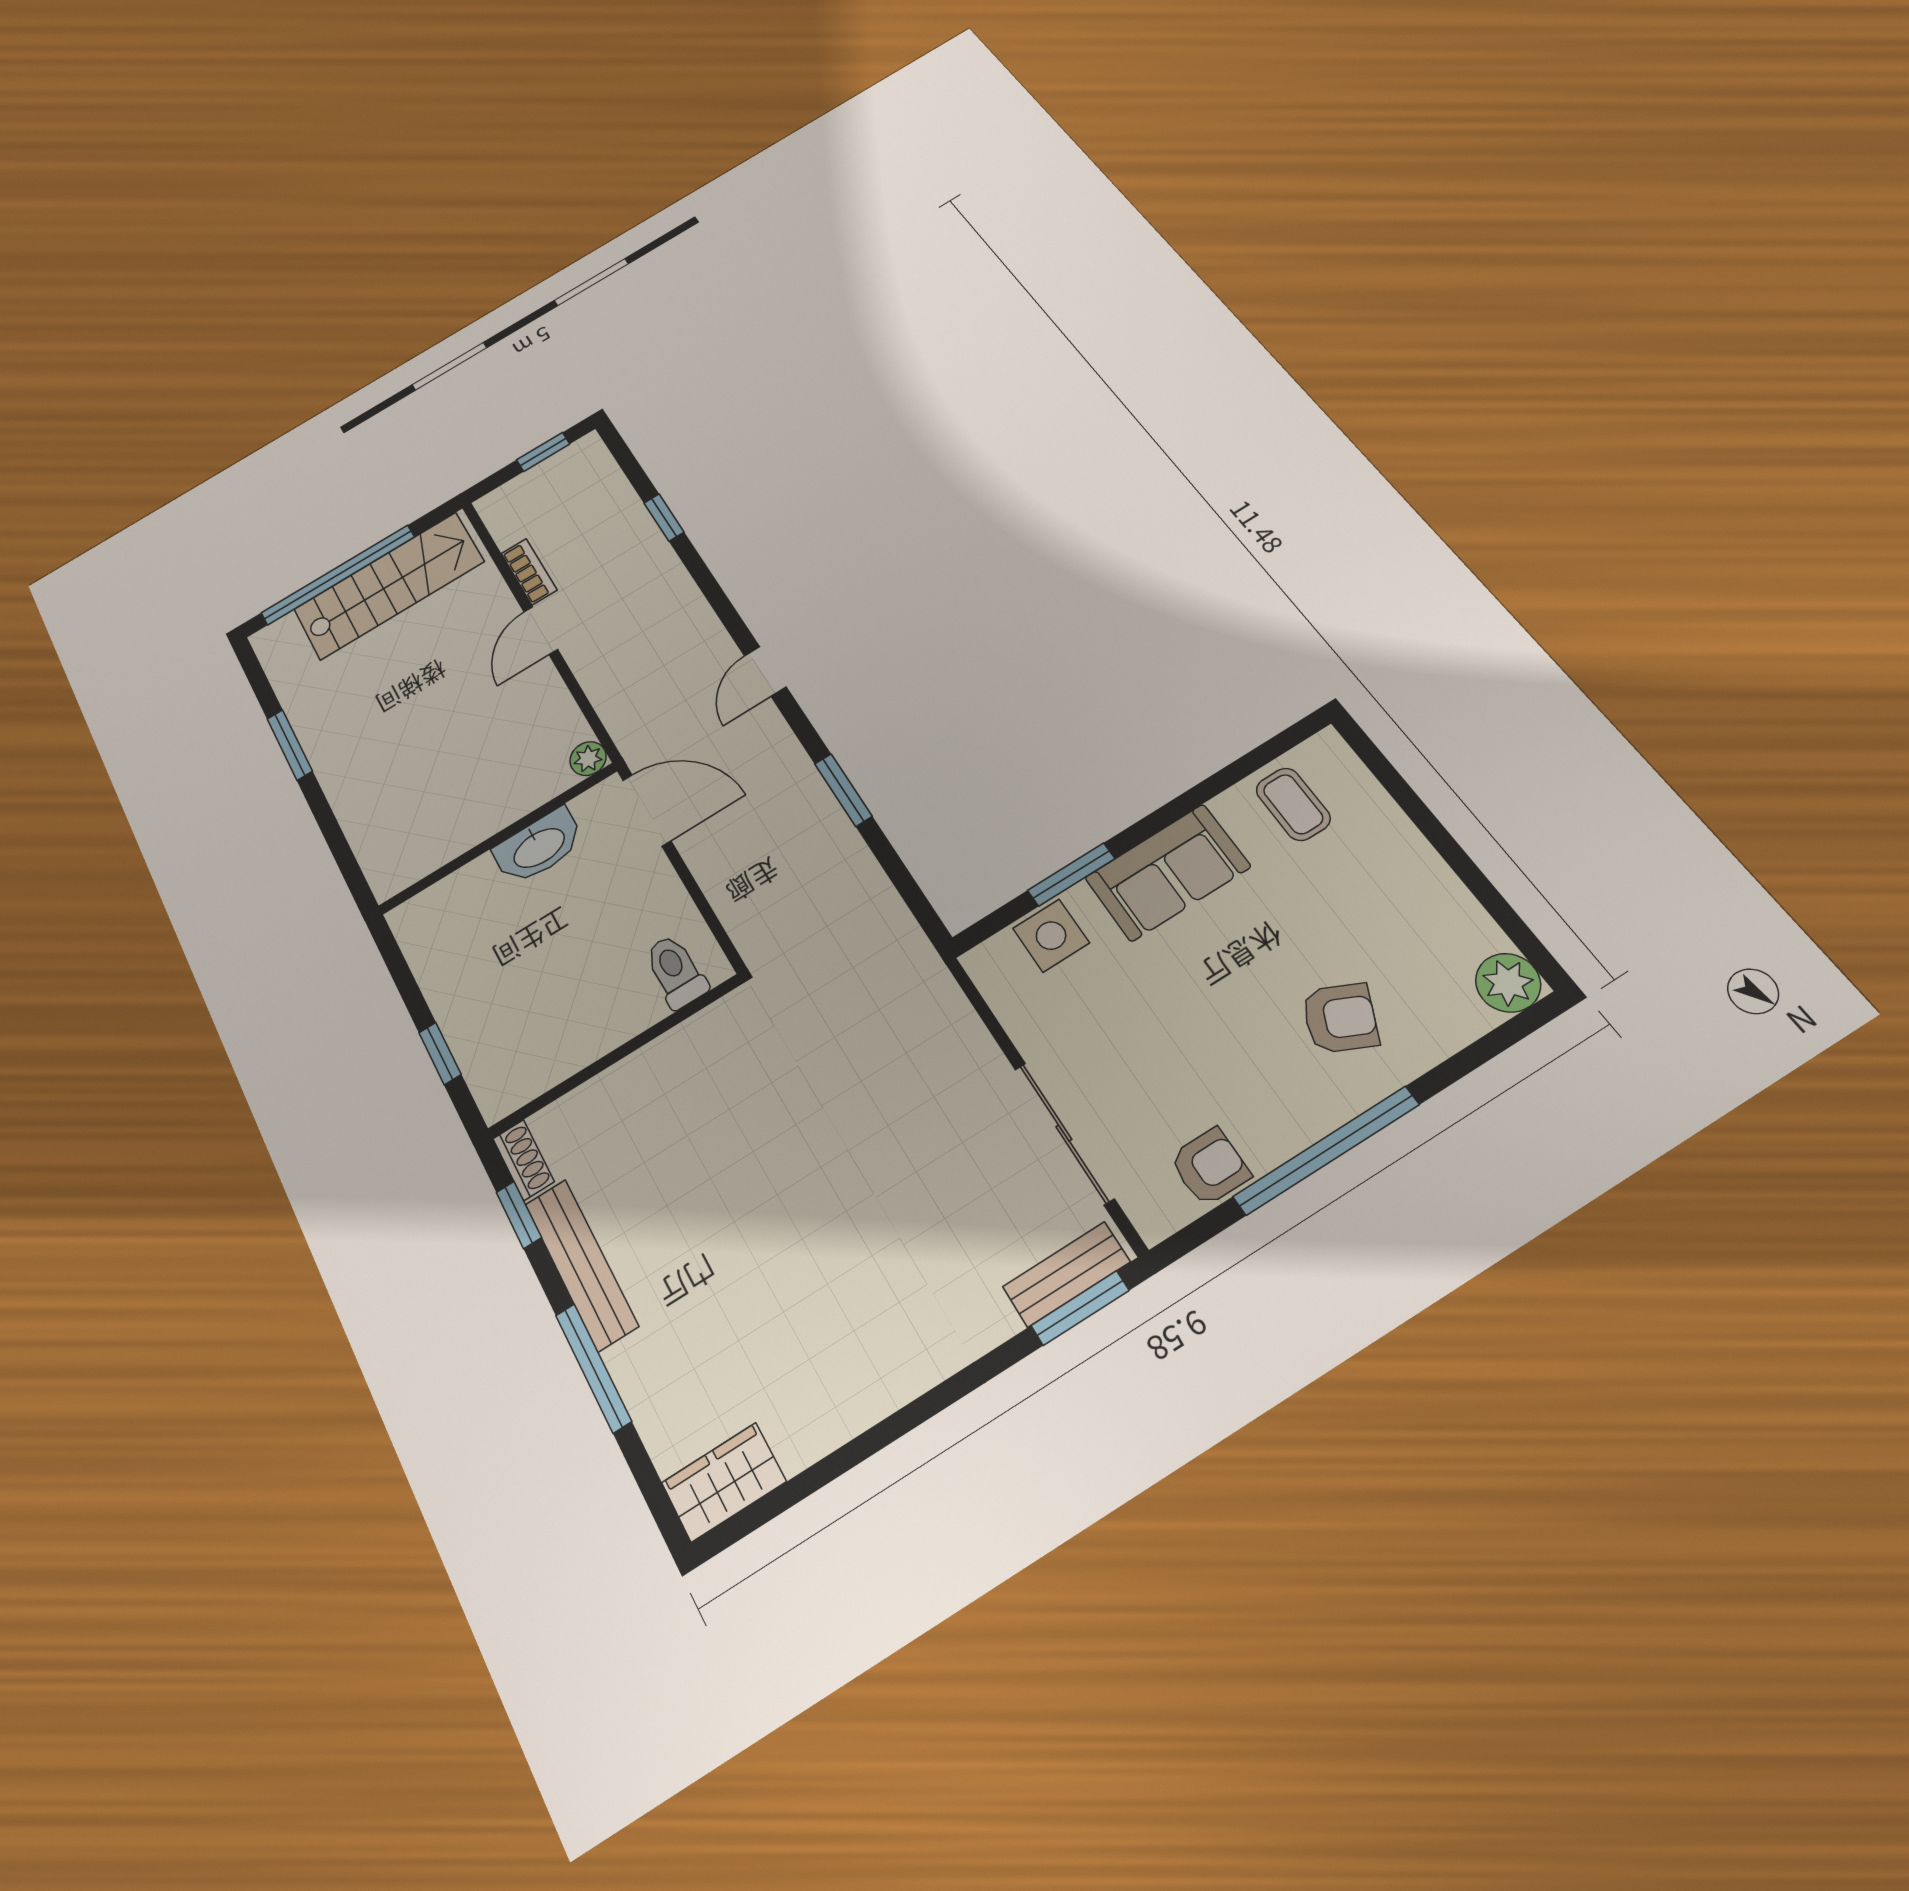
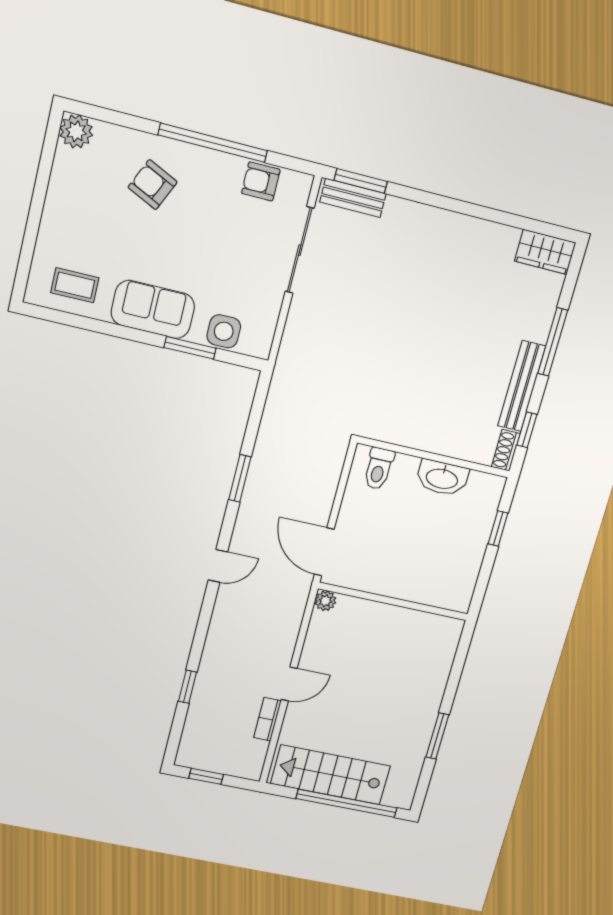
coffee table: (1293, 804) -> (75, 285), turned 90
washbasin: (539, 847) -> (442, 478), moved, turned 180

